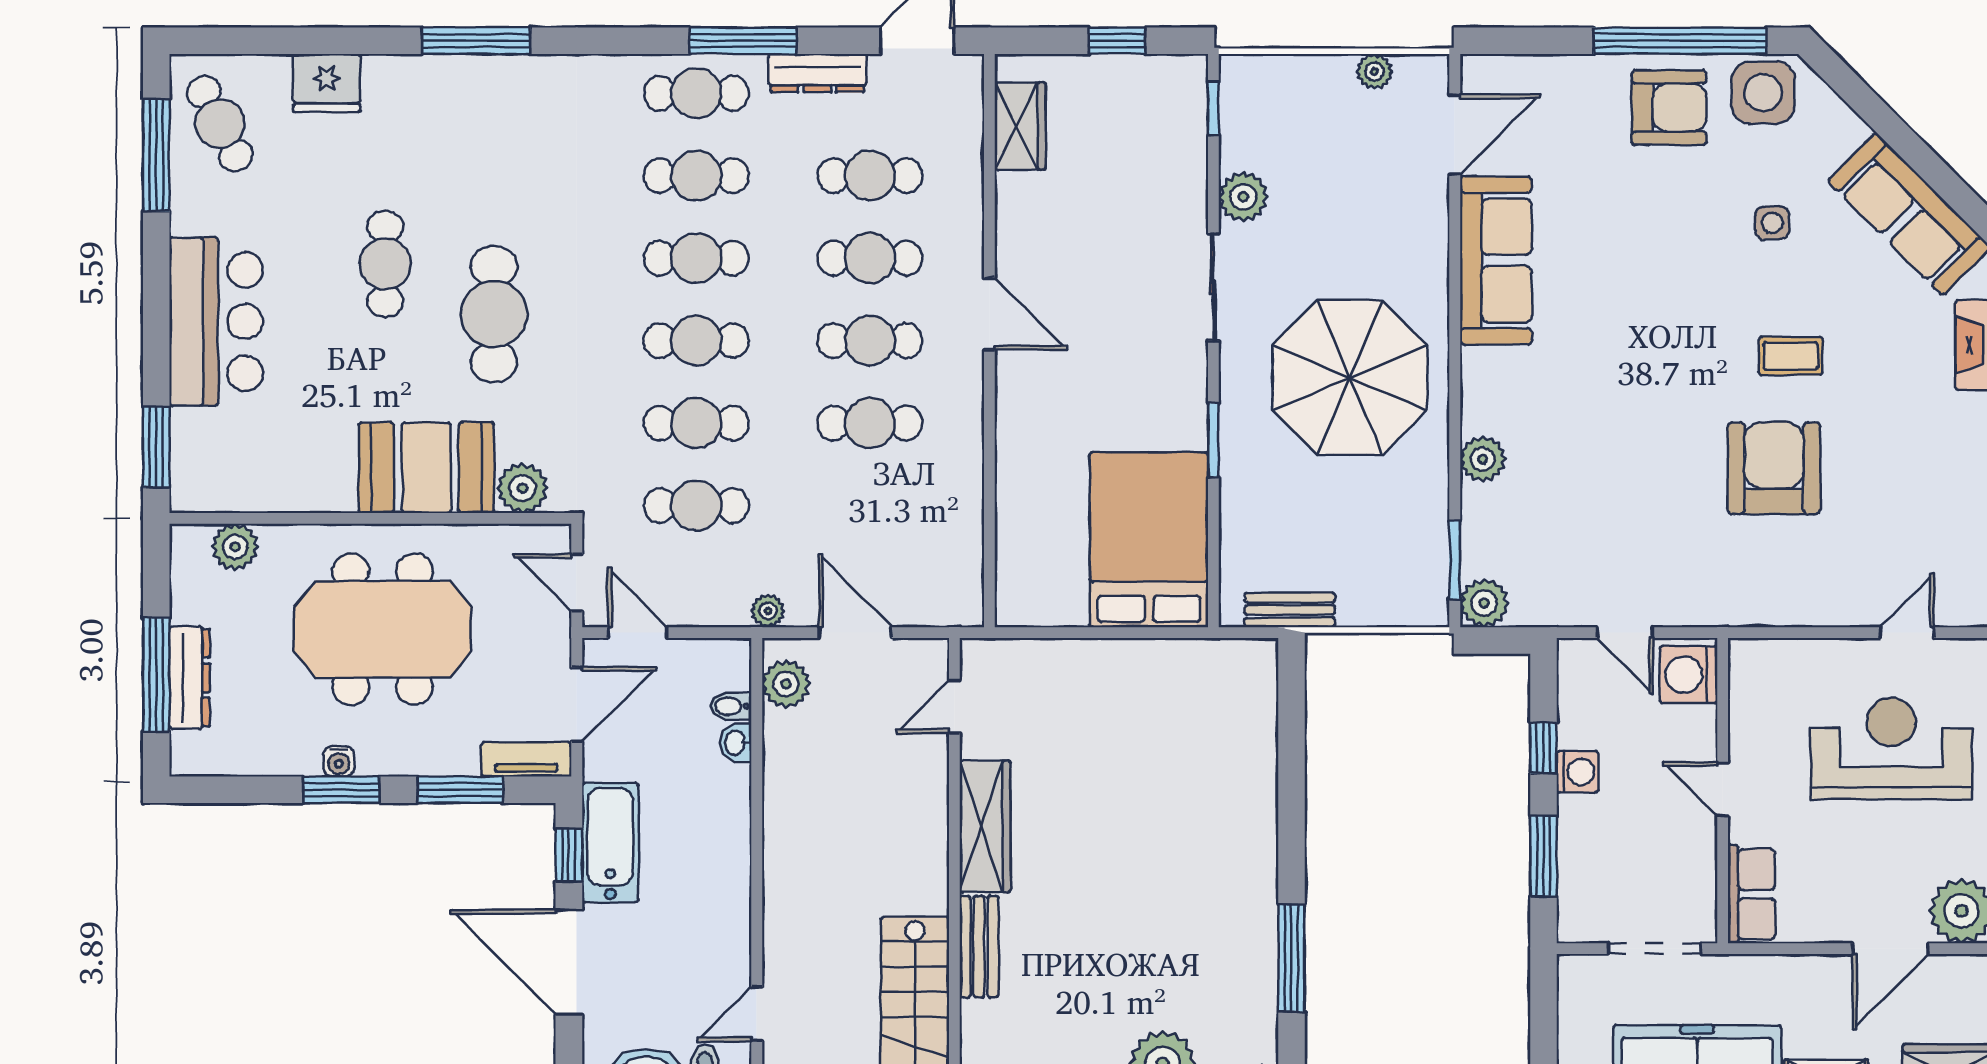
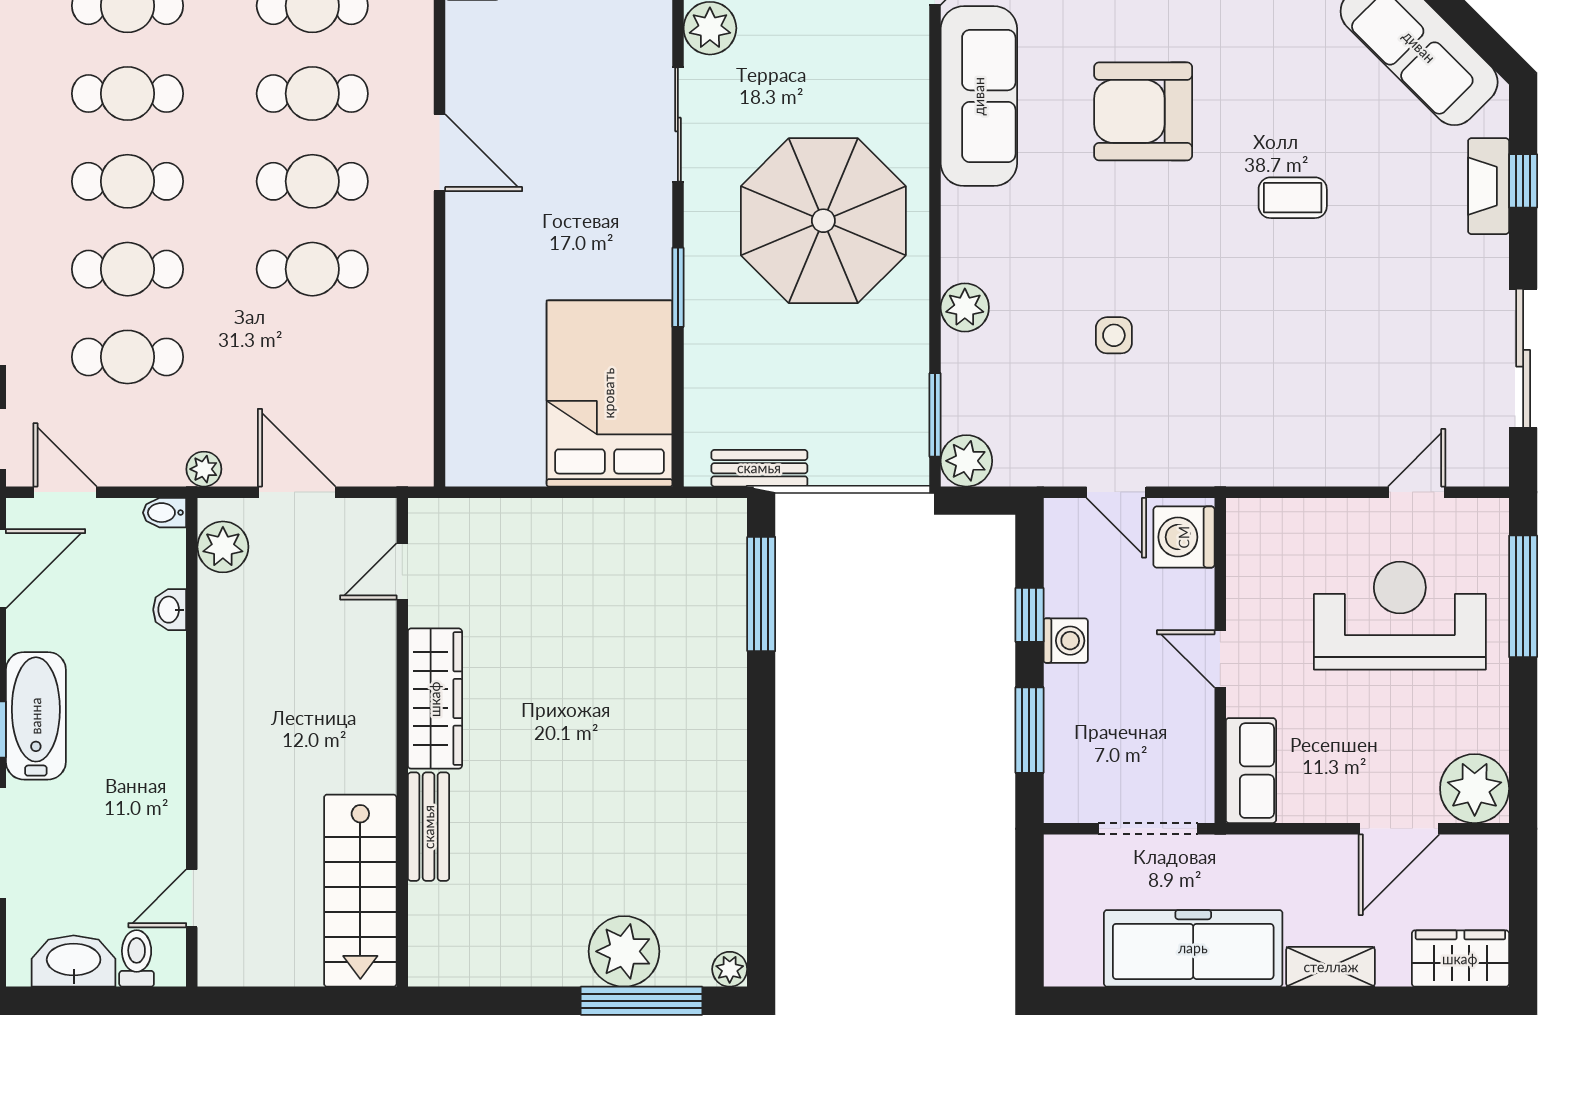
side table: (1772, 223) -> (1114, 335), moved
armchair: (1774, 468) -> (1143, 111), moved, turned -90
bidet: (731, 706) -> (164, 513), moved
window: (1291, 958) -> (761, 594), moved

